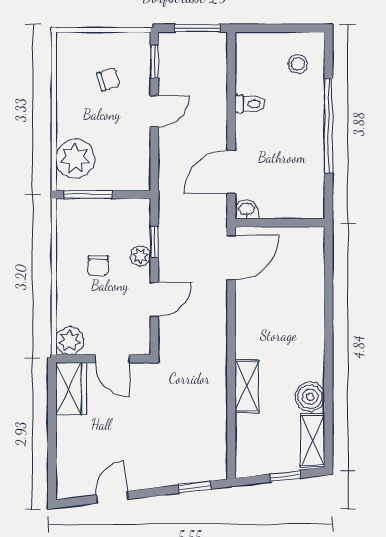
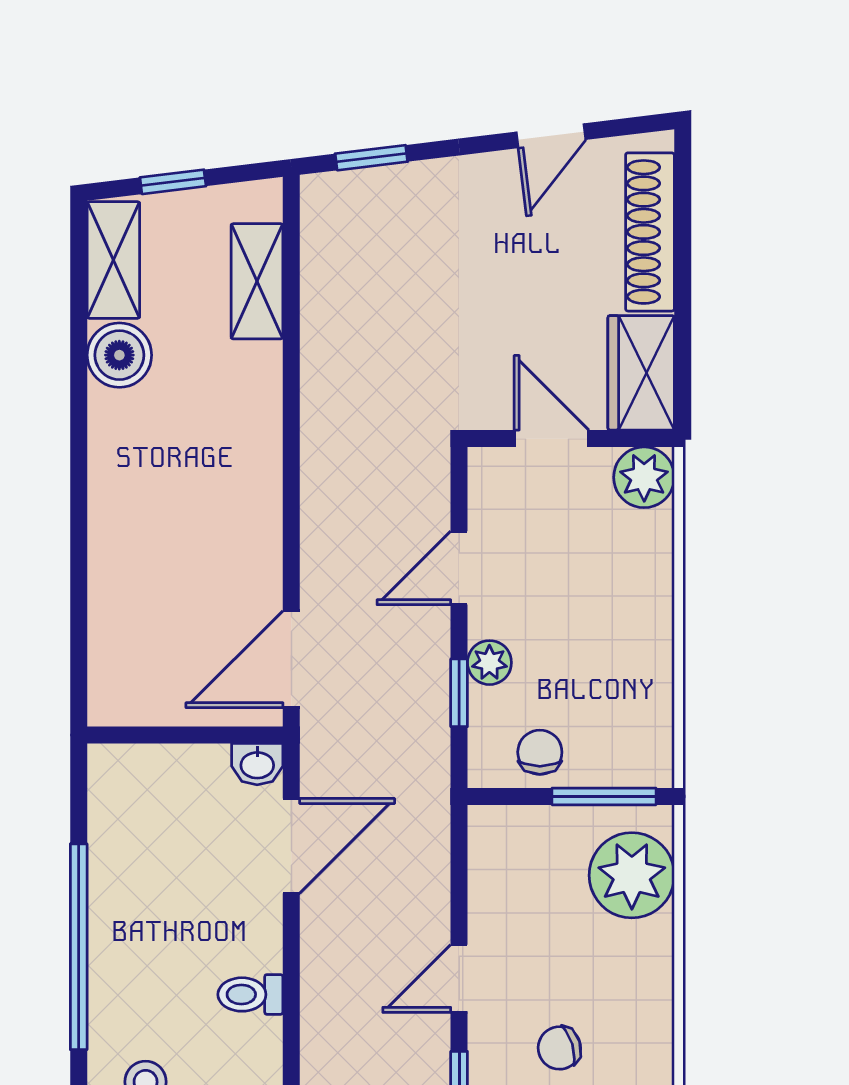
chair: (98, 265) -> (540, 752), moved
shelving: (247, 386) -> (257, 281), moved
shoe rack: (67, 453) -> (650, 232), added

